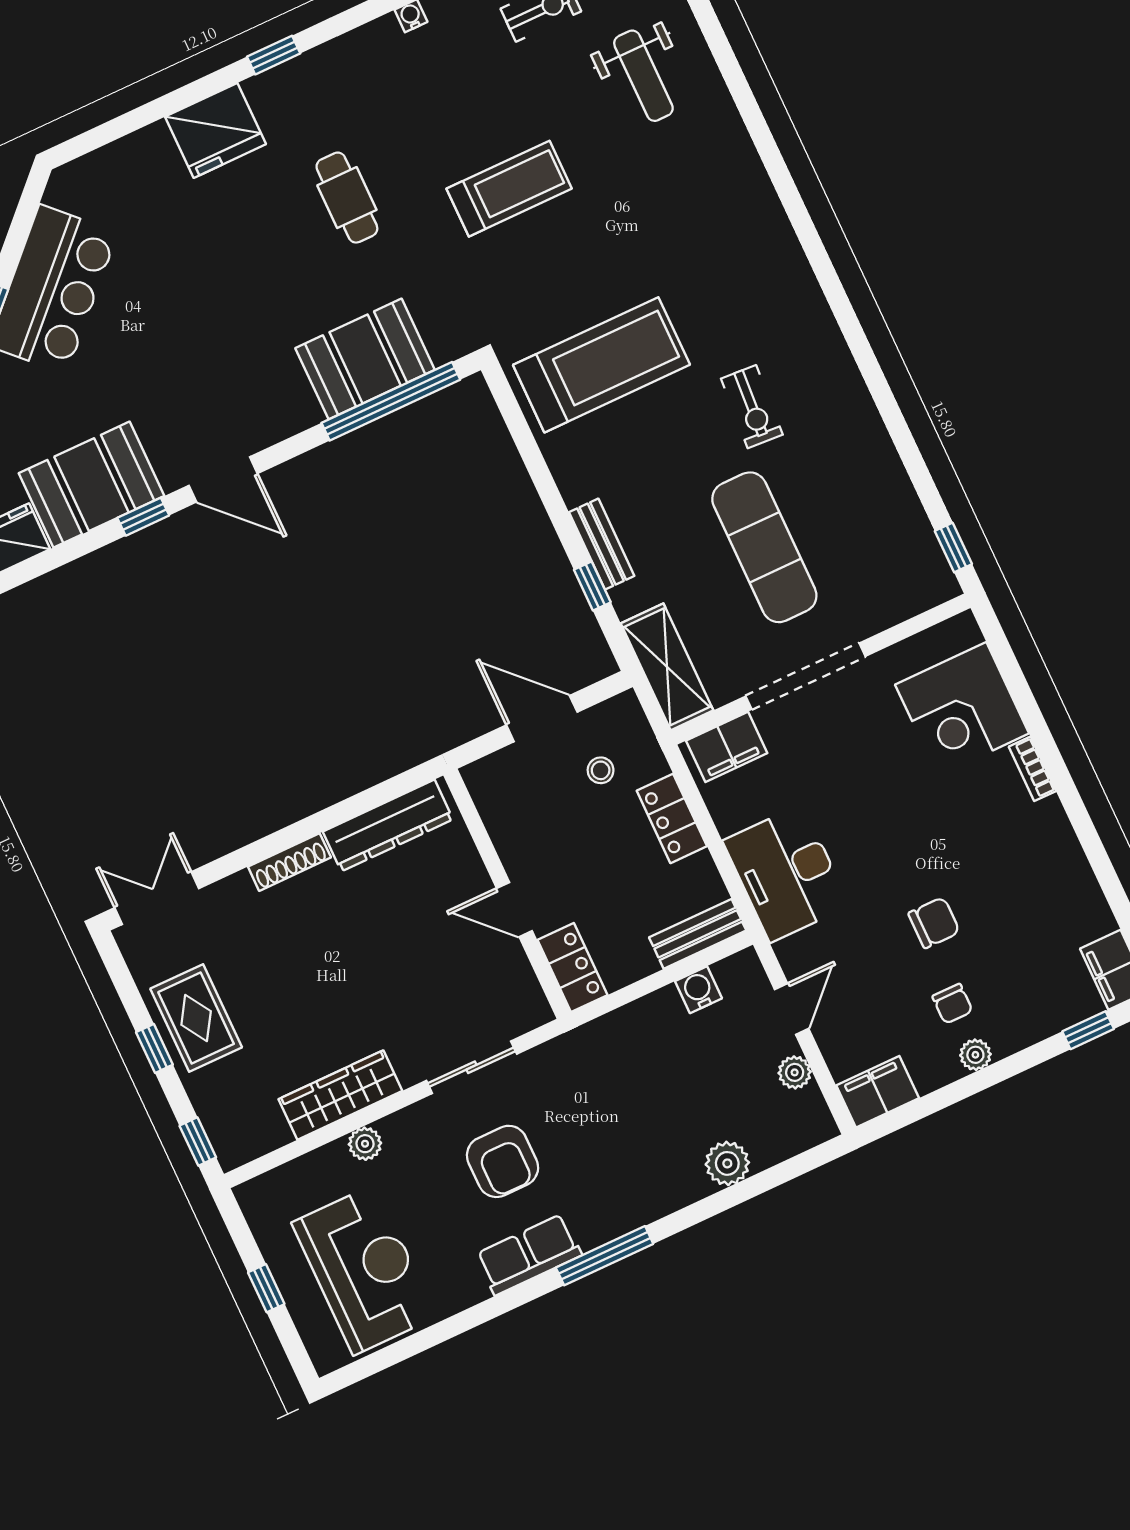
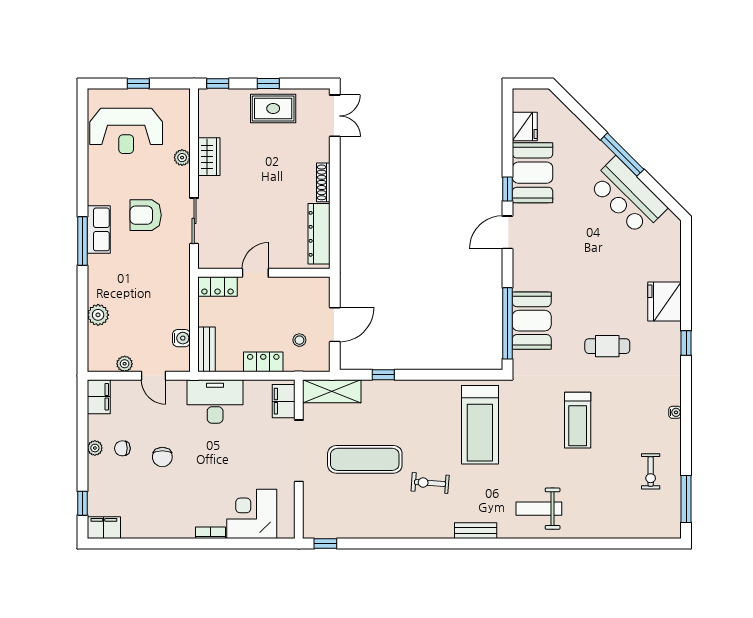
weight bench: (643, 76) -> (539, 509), moved
bench: (602, 544) -> (476, 531), moved
wardrobe: (340, 1095) -> (209, 157), width x0.67
row of seats: (529, 1255) -> (99, 229), moved

